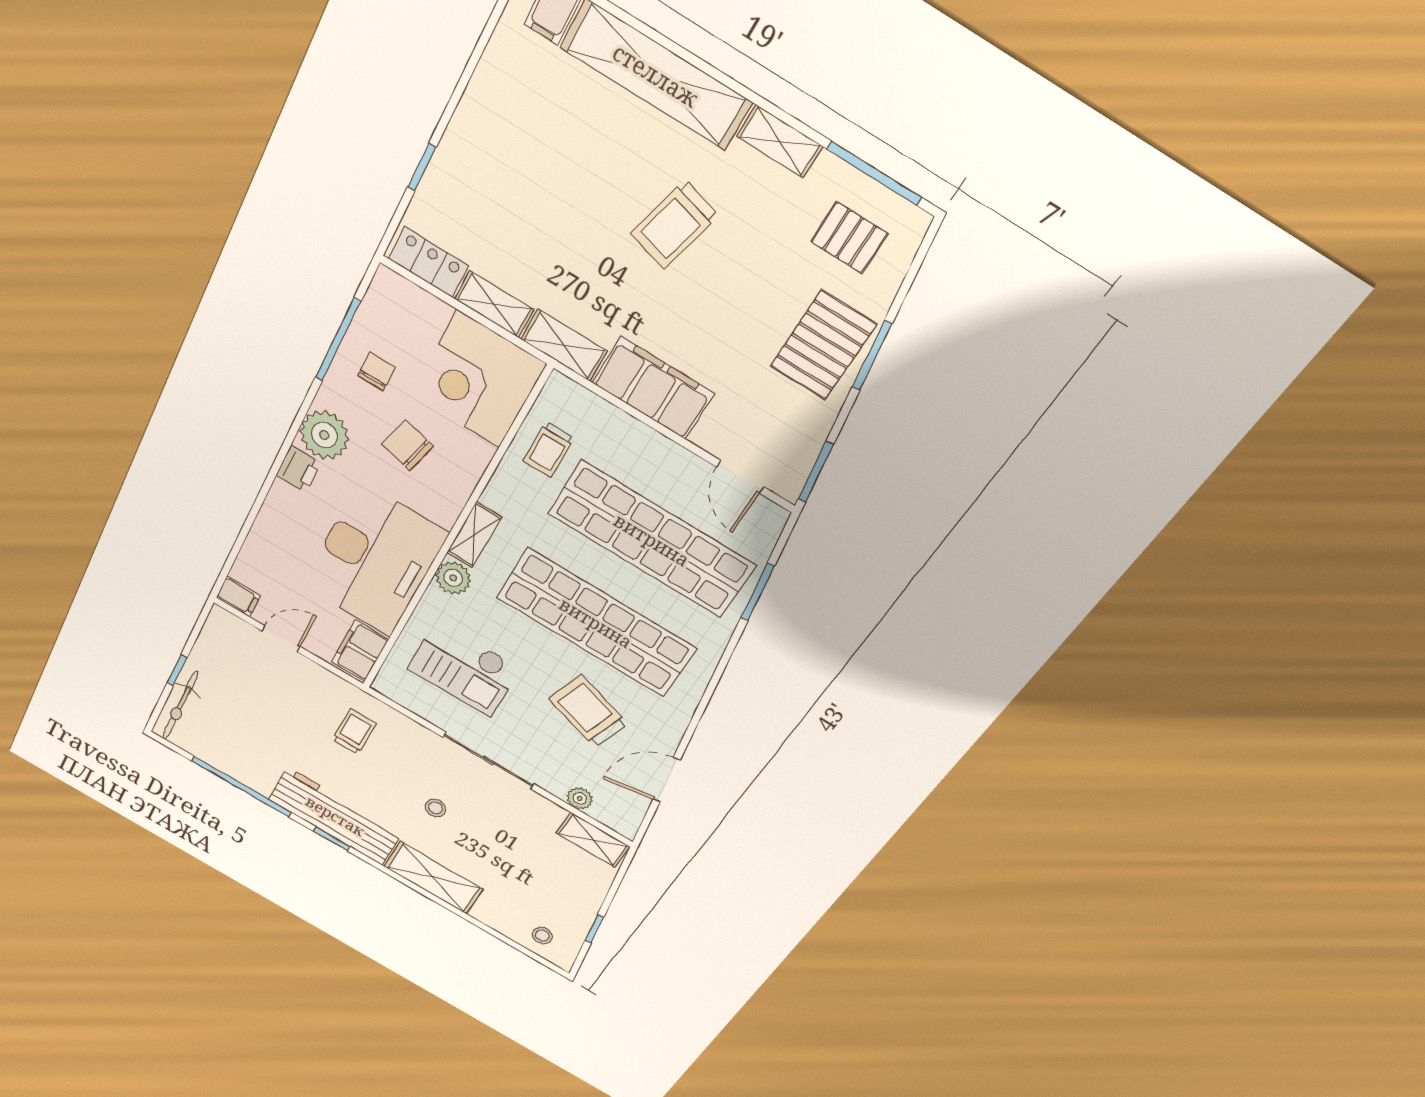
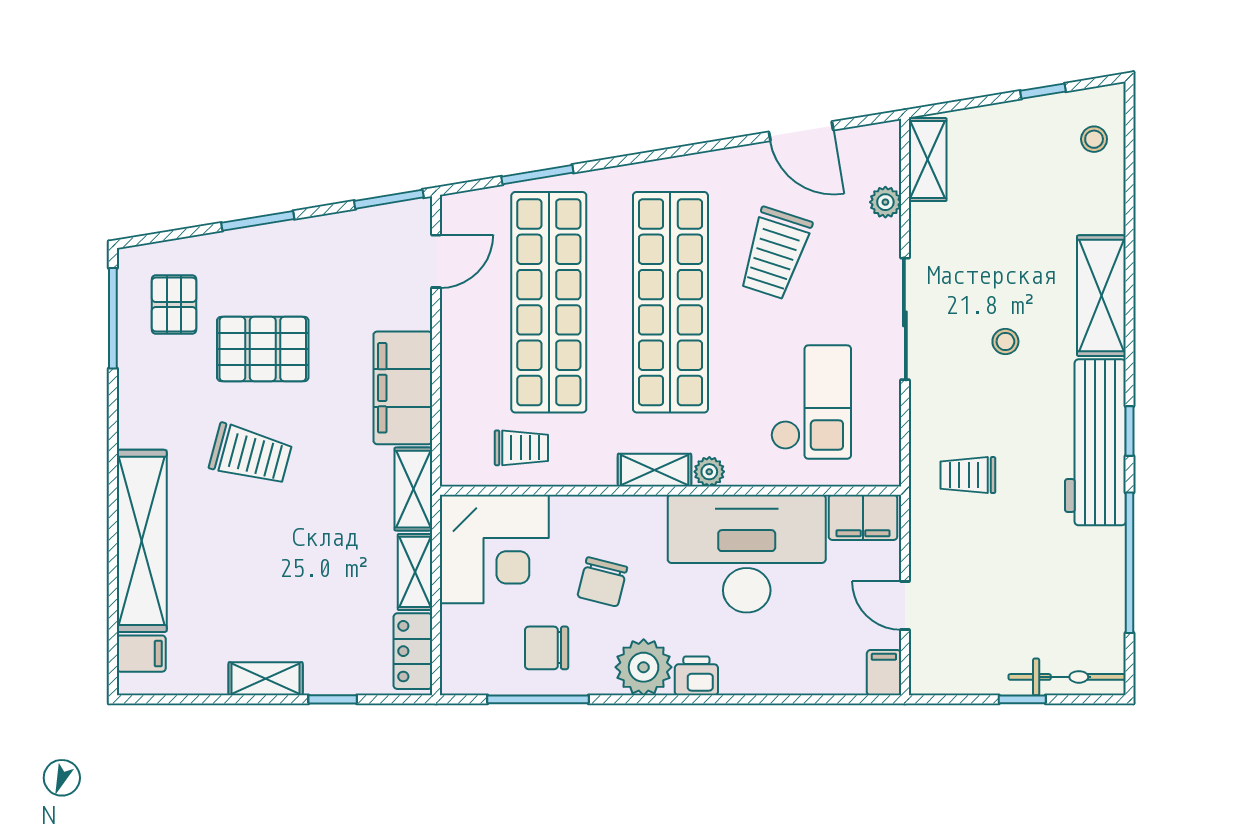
shelving: (780, 141) -> (266, 679), moved, turned 90
pallet: (823, 345) -> (263, 349), moved
chair: (377, 371) -> (547, 648), width x1.37, depth x1.37
plant: (453, 578) -> (709, 472), width x0.73, depth x0.73

